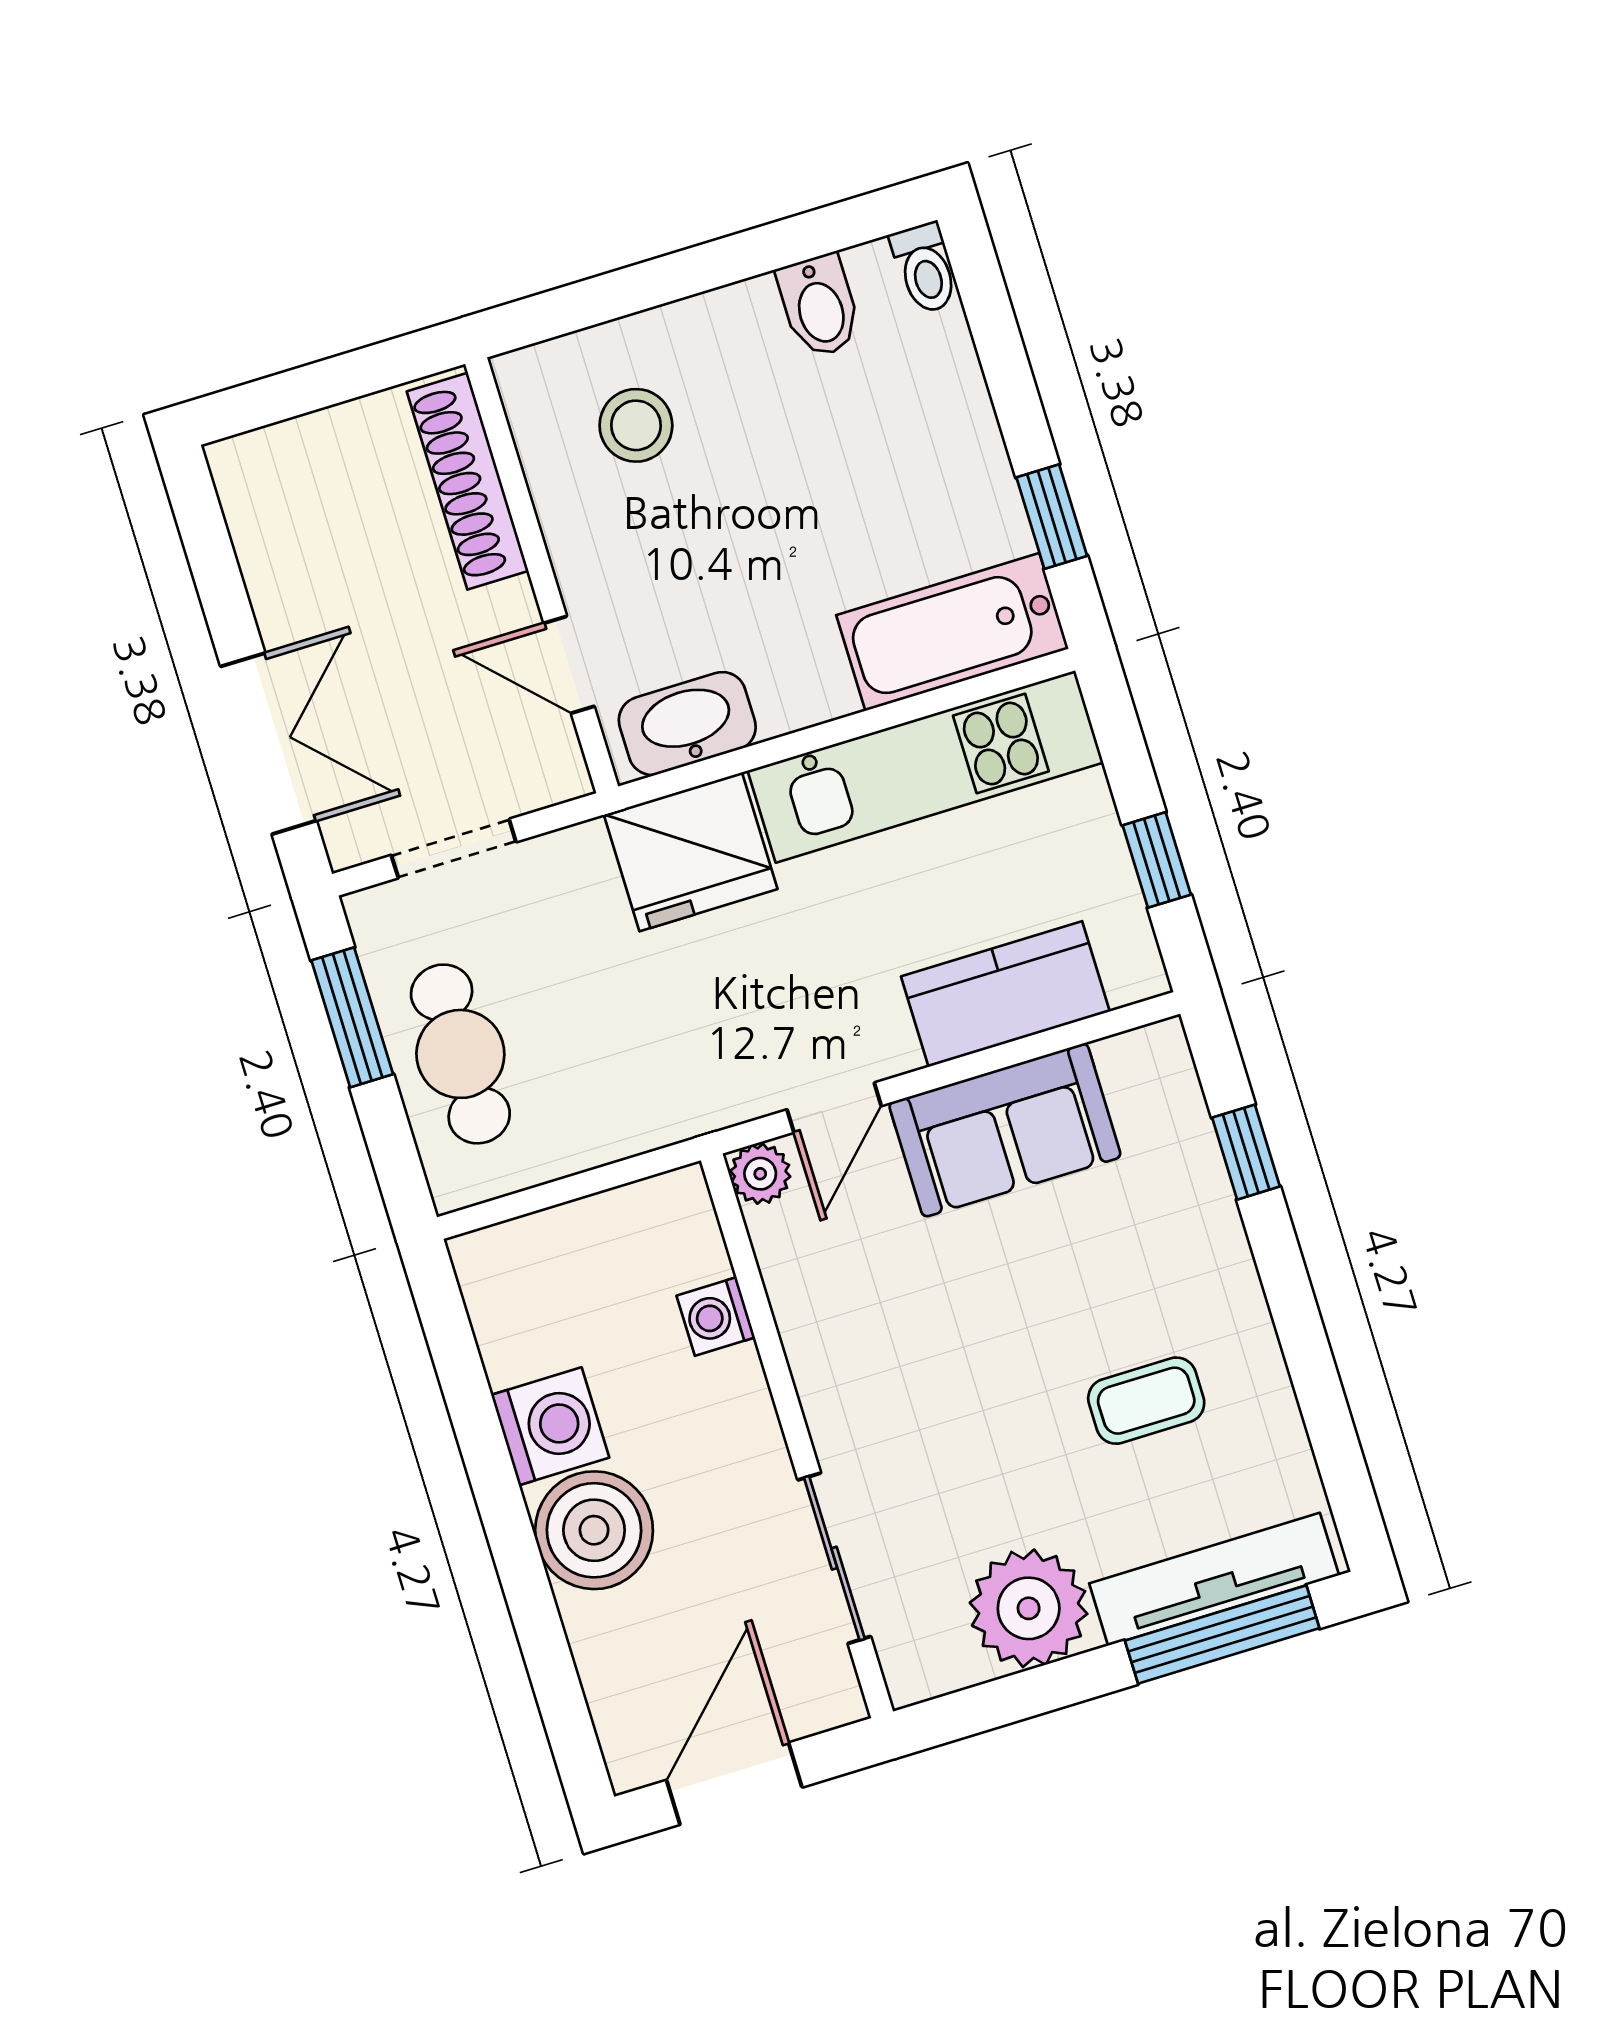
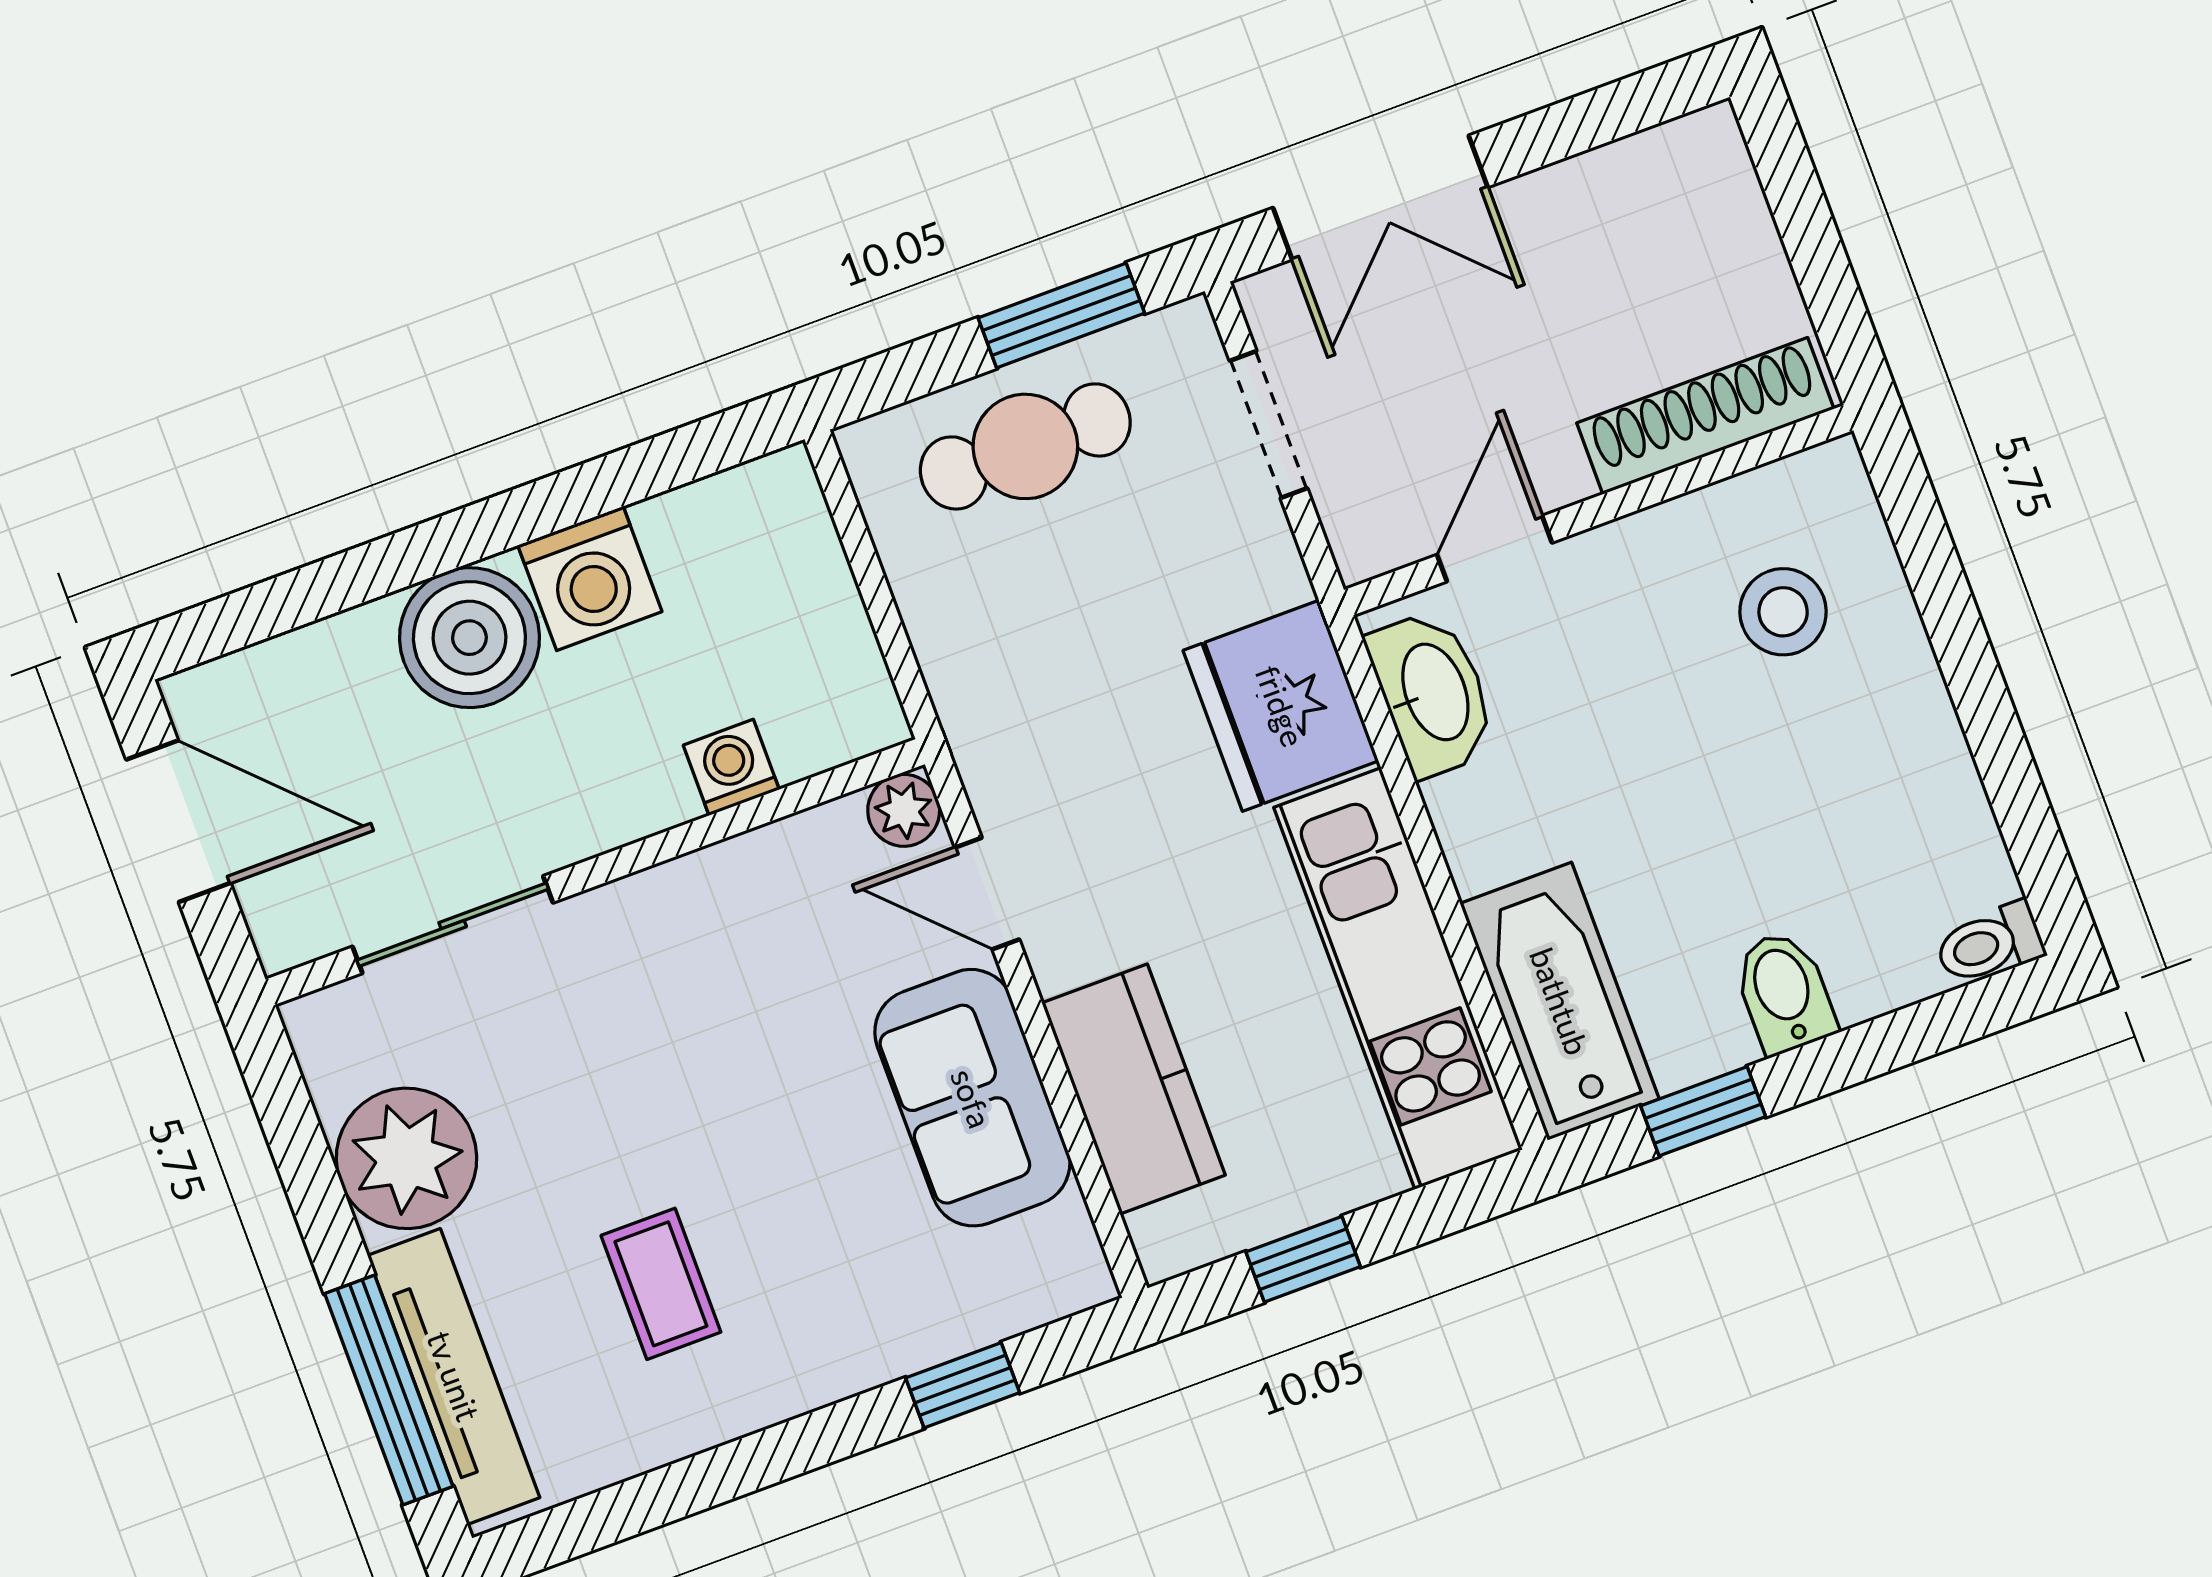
bidet: (819, 306) -> (1784, 992), moved, turned 90

